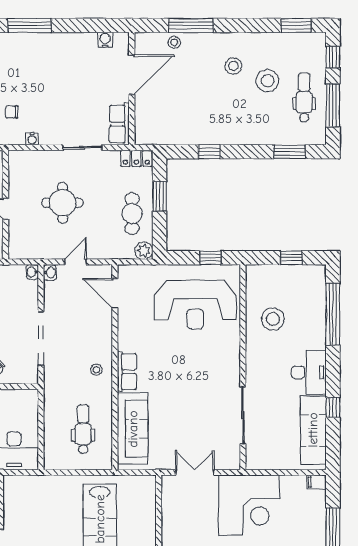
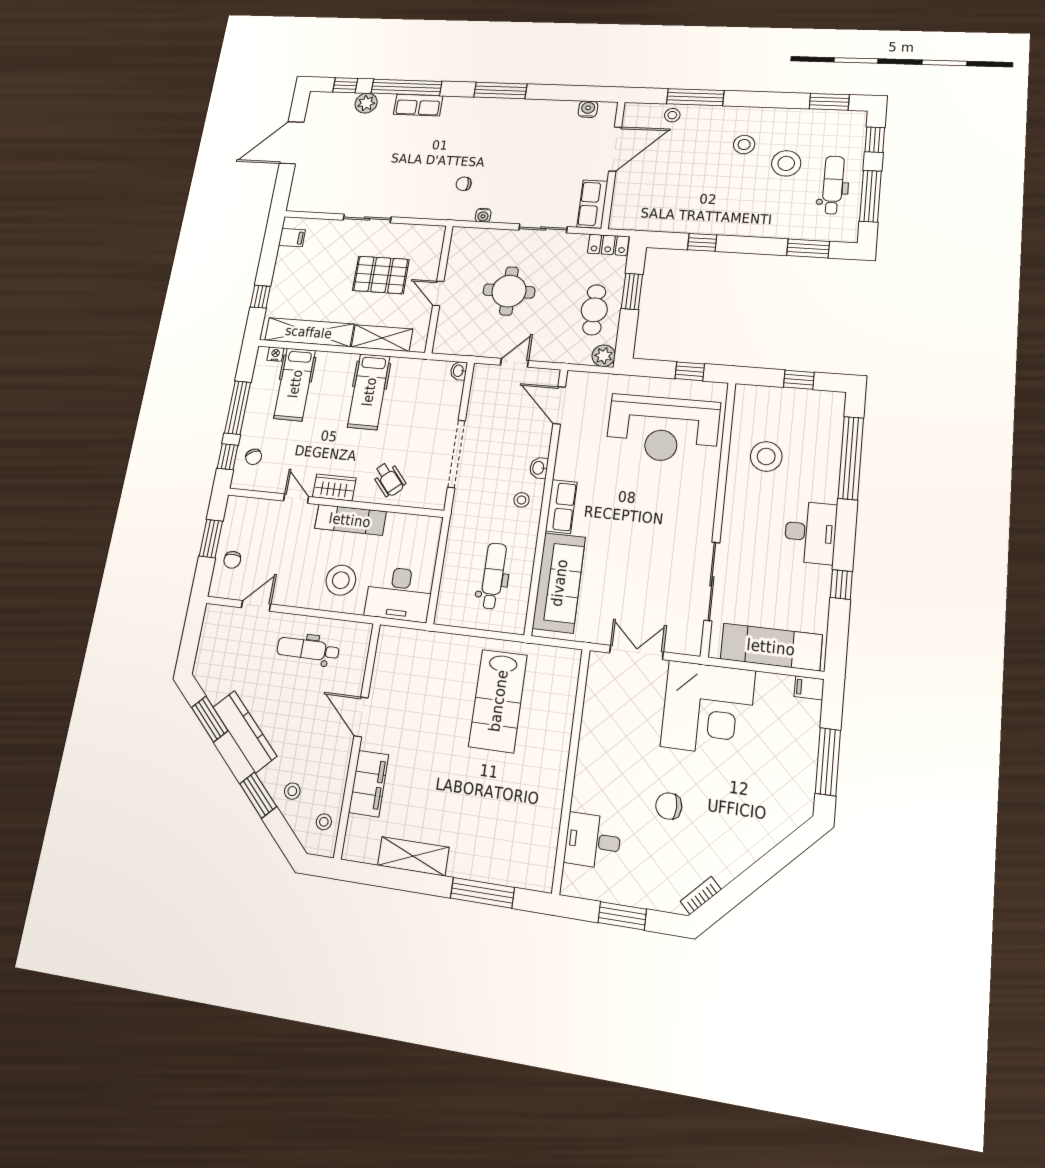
washbasin: (50, 273) -> (539, 468), moved, turned 180
exam couch: (313, 430) -> (771, 647), moved, turned 90

